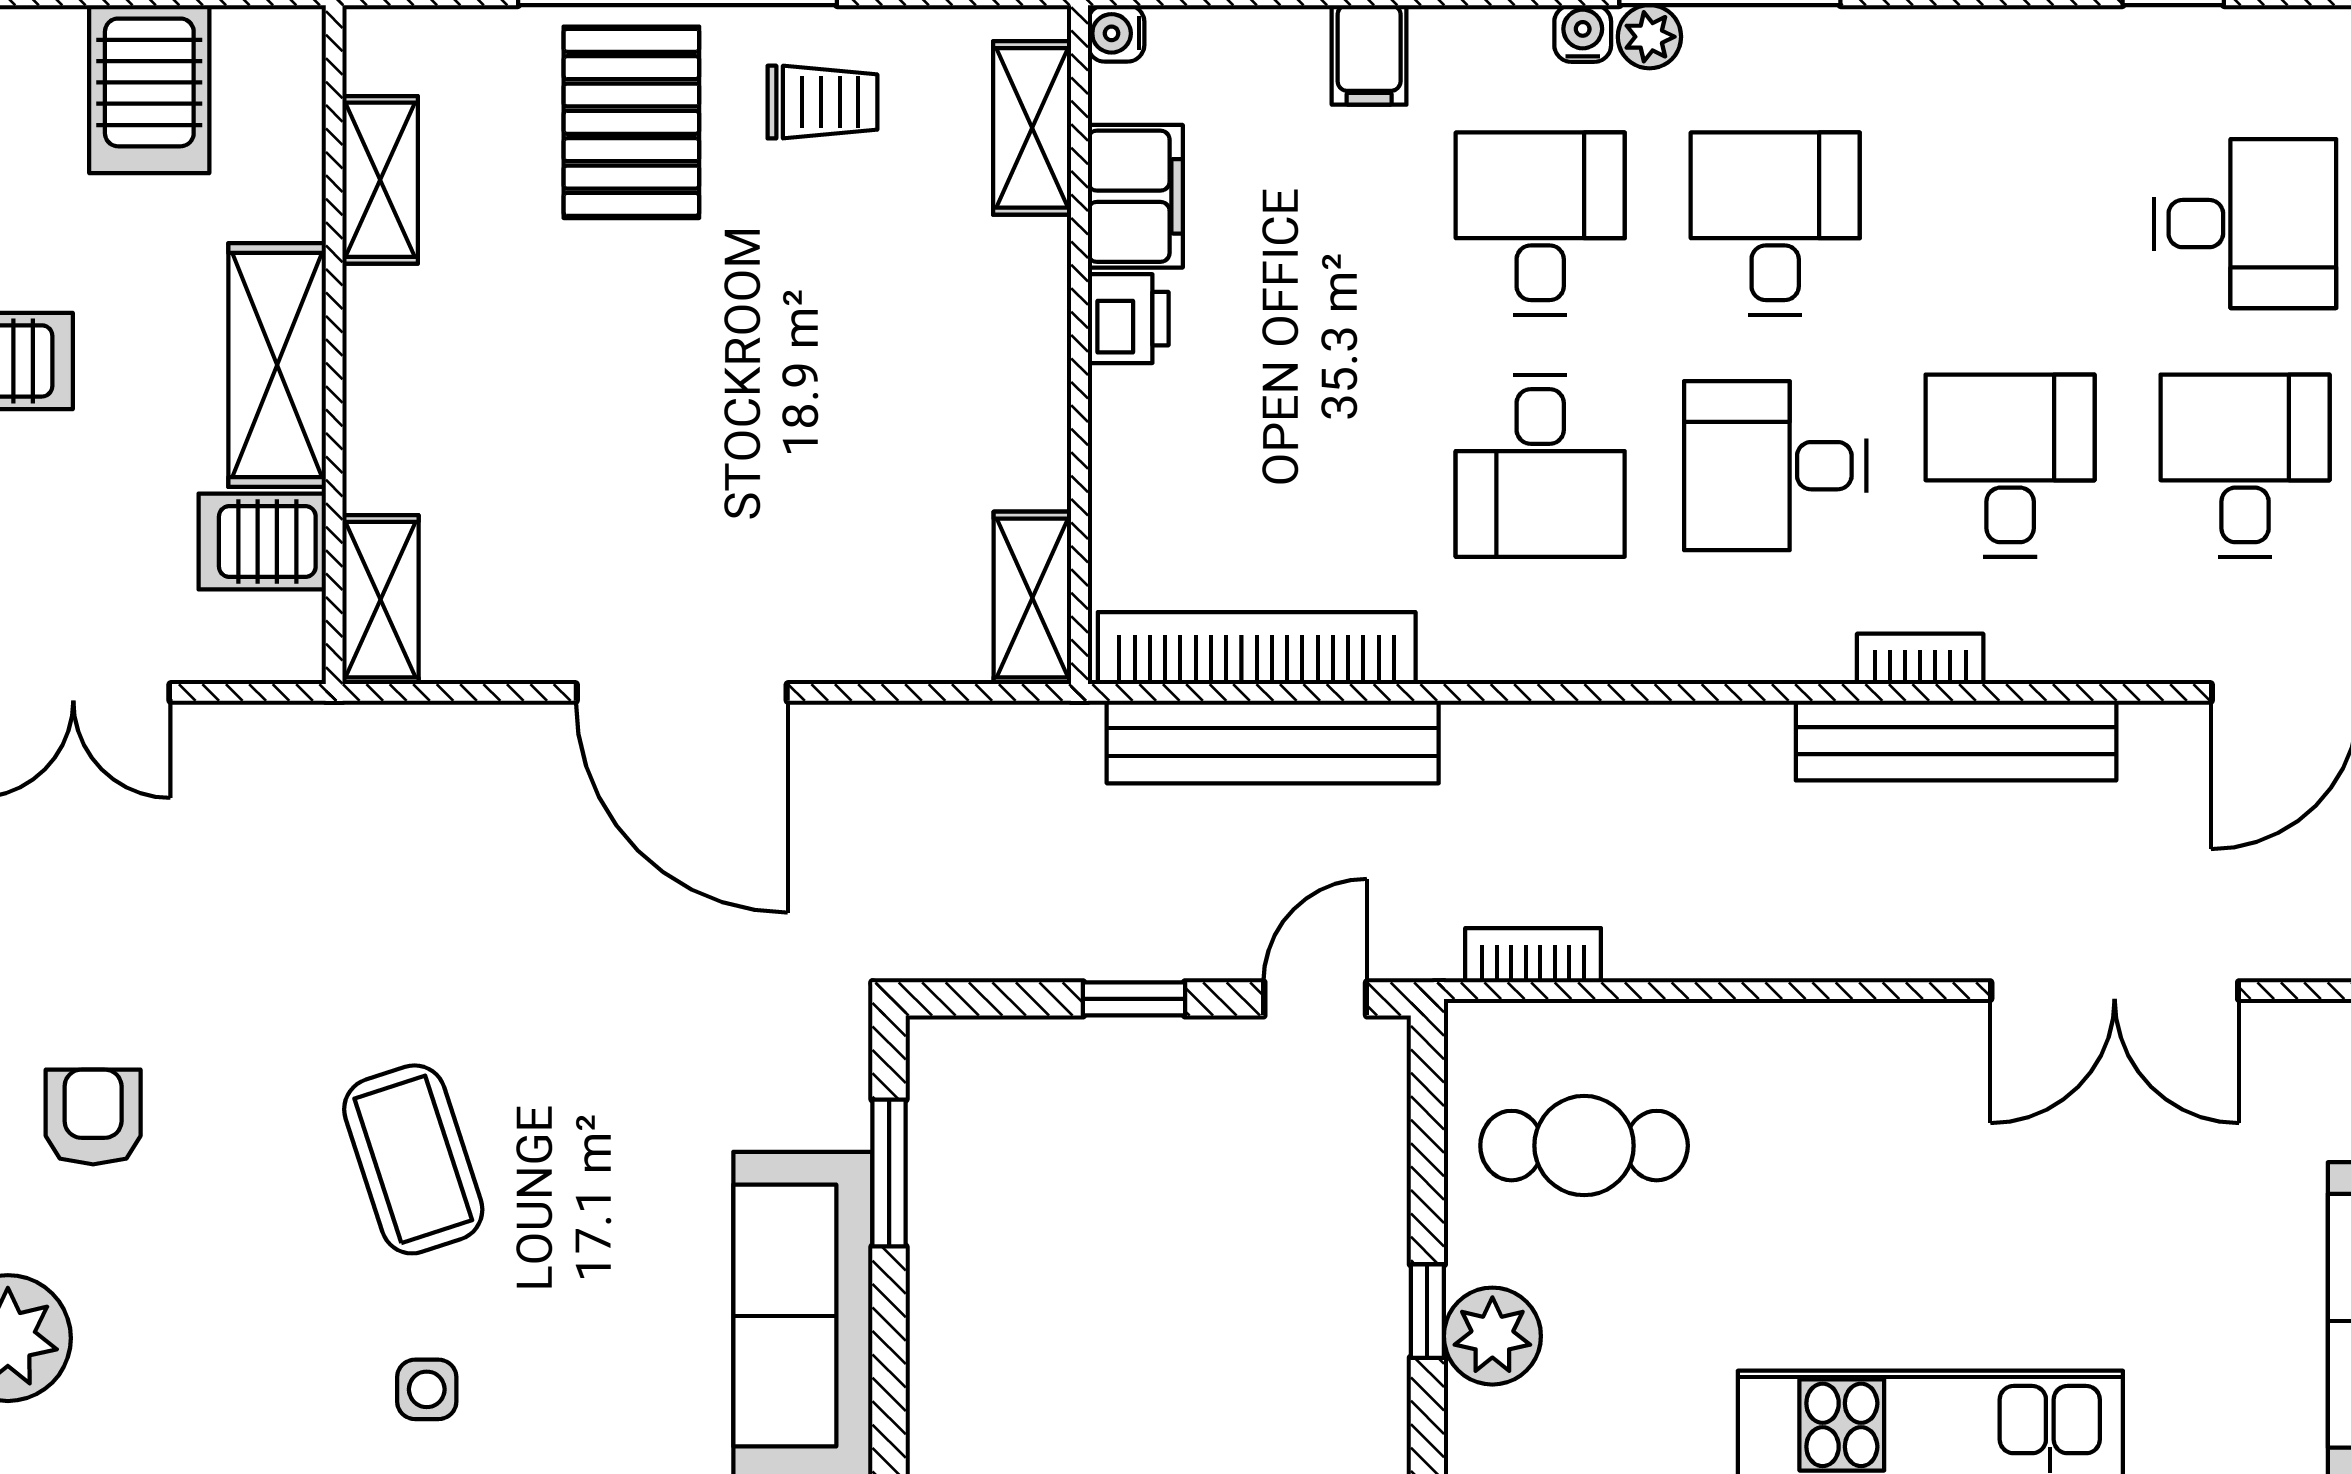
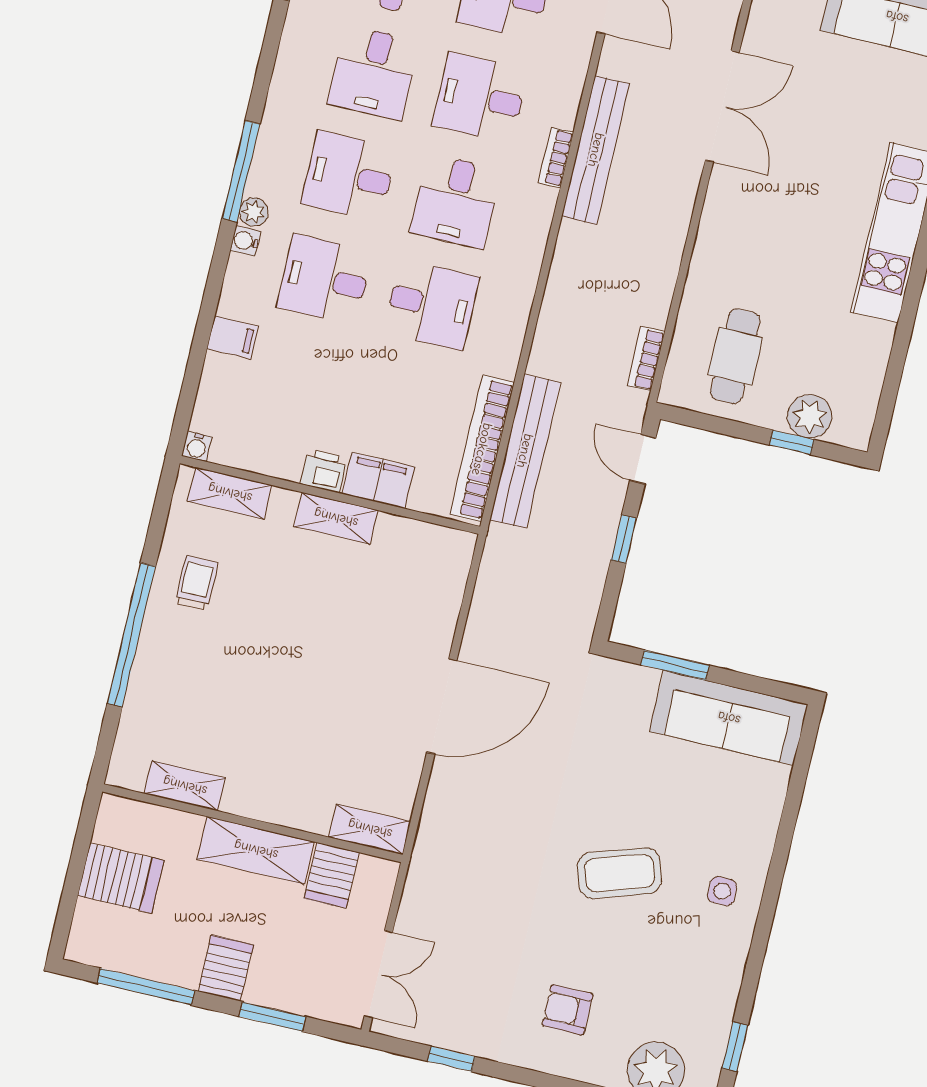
pallet: (631, 122) -> (185, 669), removed
filing cabinet: (1135, 196) -> (378, 480), moved
desk: (2010, 224) -> (374, 73), added
shelving: (1032, 598) -> (336, 518), moved

